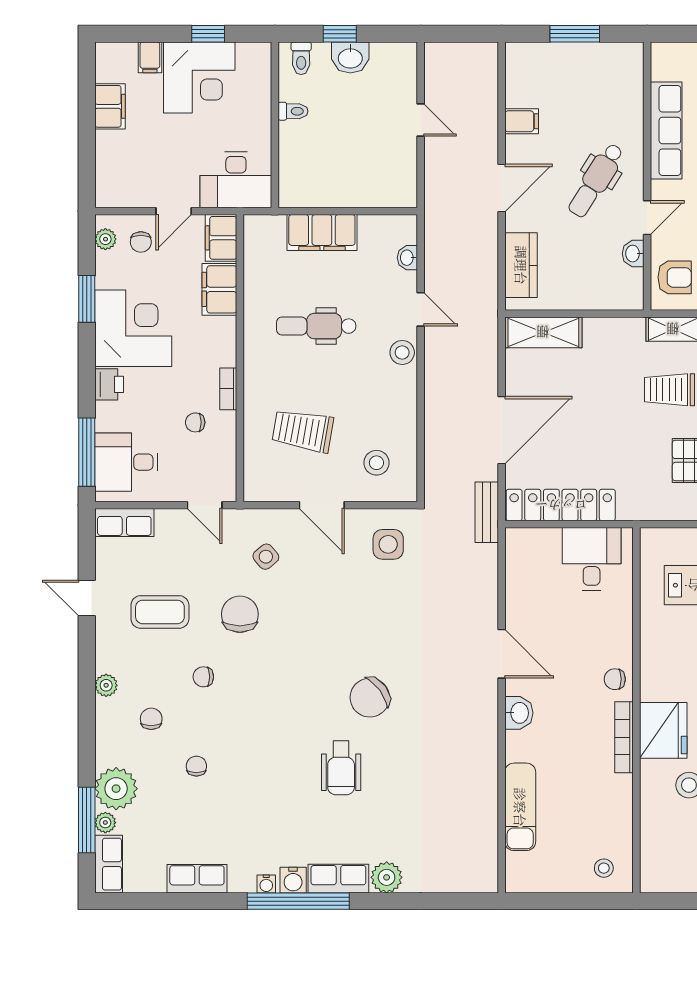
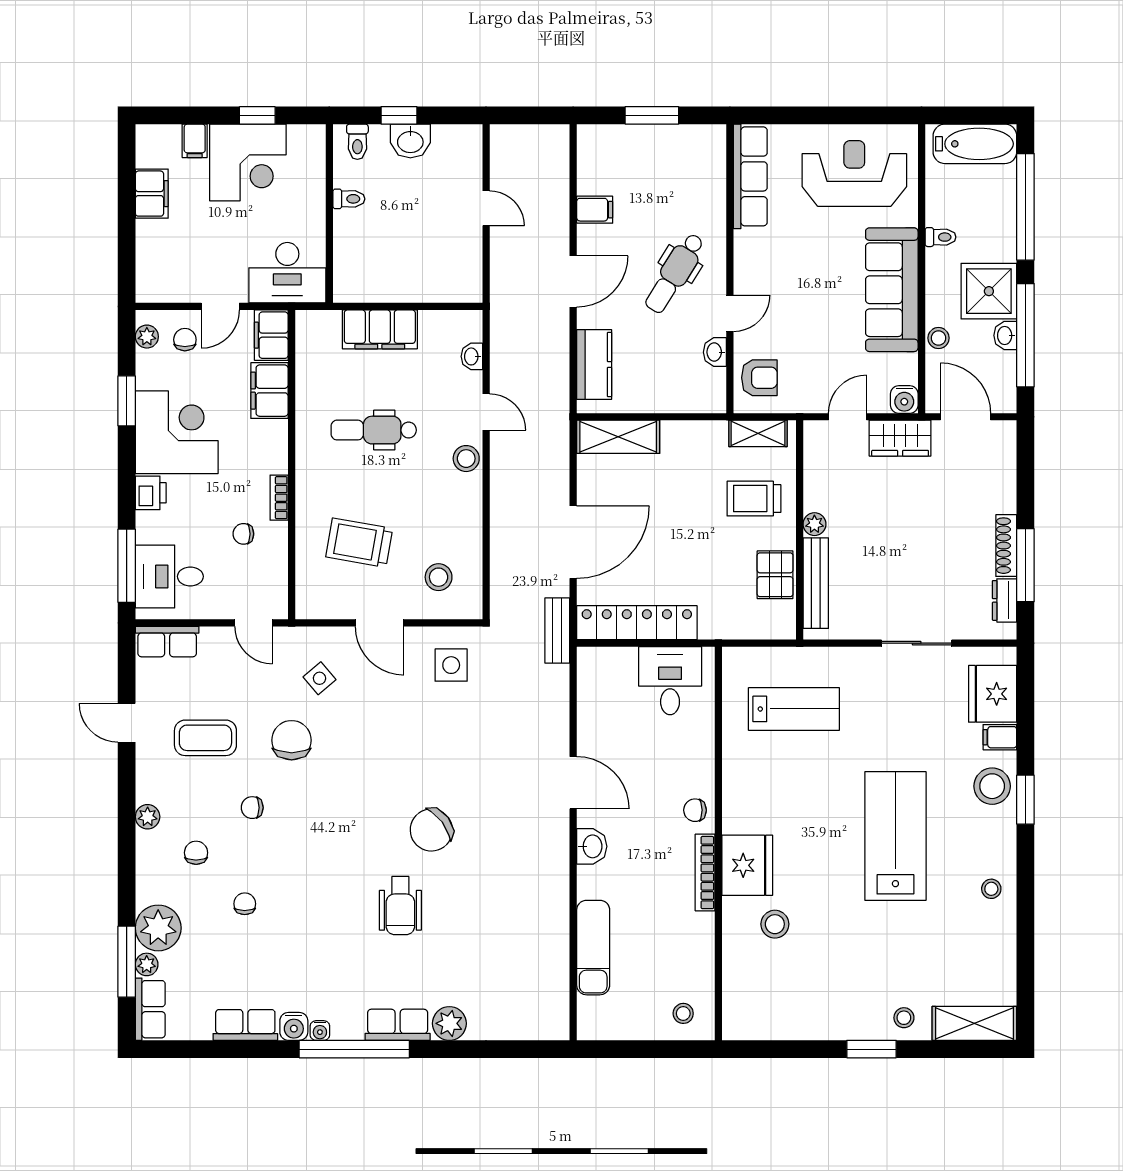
row of seats: (666, 130) -> (750, 176), moved
chair: (141, 242) -> (185, 340), turned 180
water cooler: (293, 880) -> (294, 1026), moved

